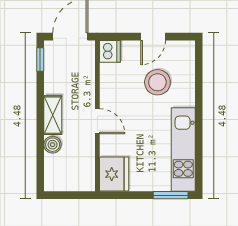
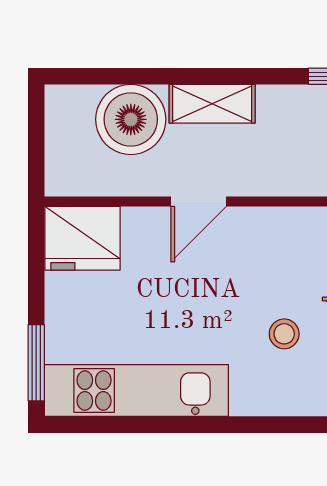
stool: (157, 82) -> (284, 334), width x0.53, depth x0.53
boiler: (53, 145) -> (131, 119), width x1.86, depth x1.86

